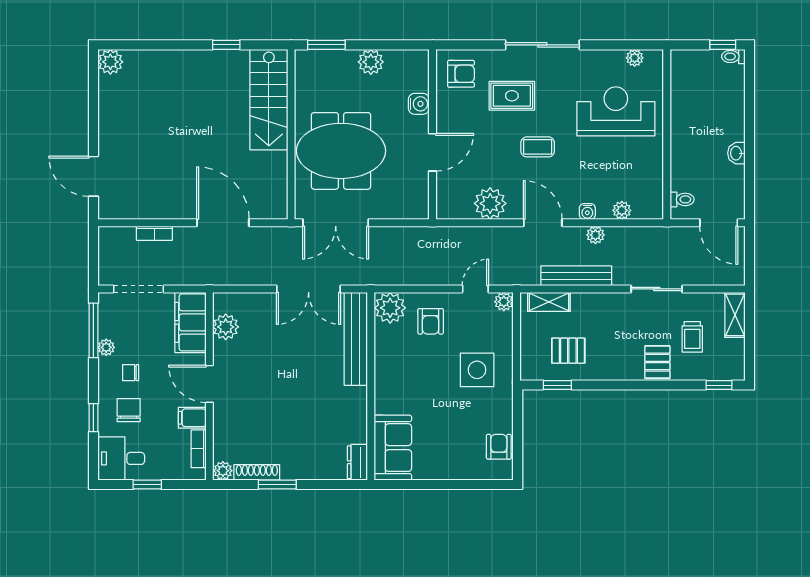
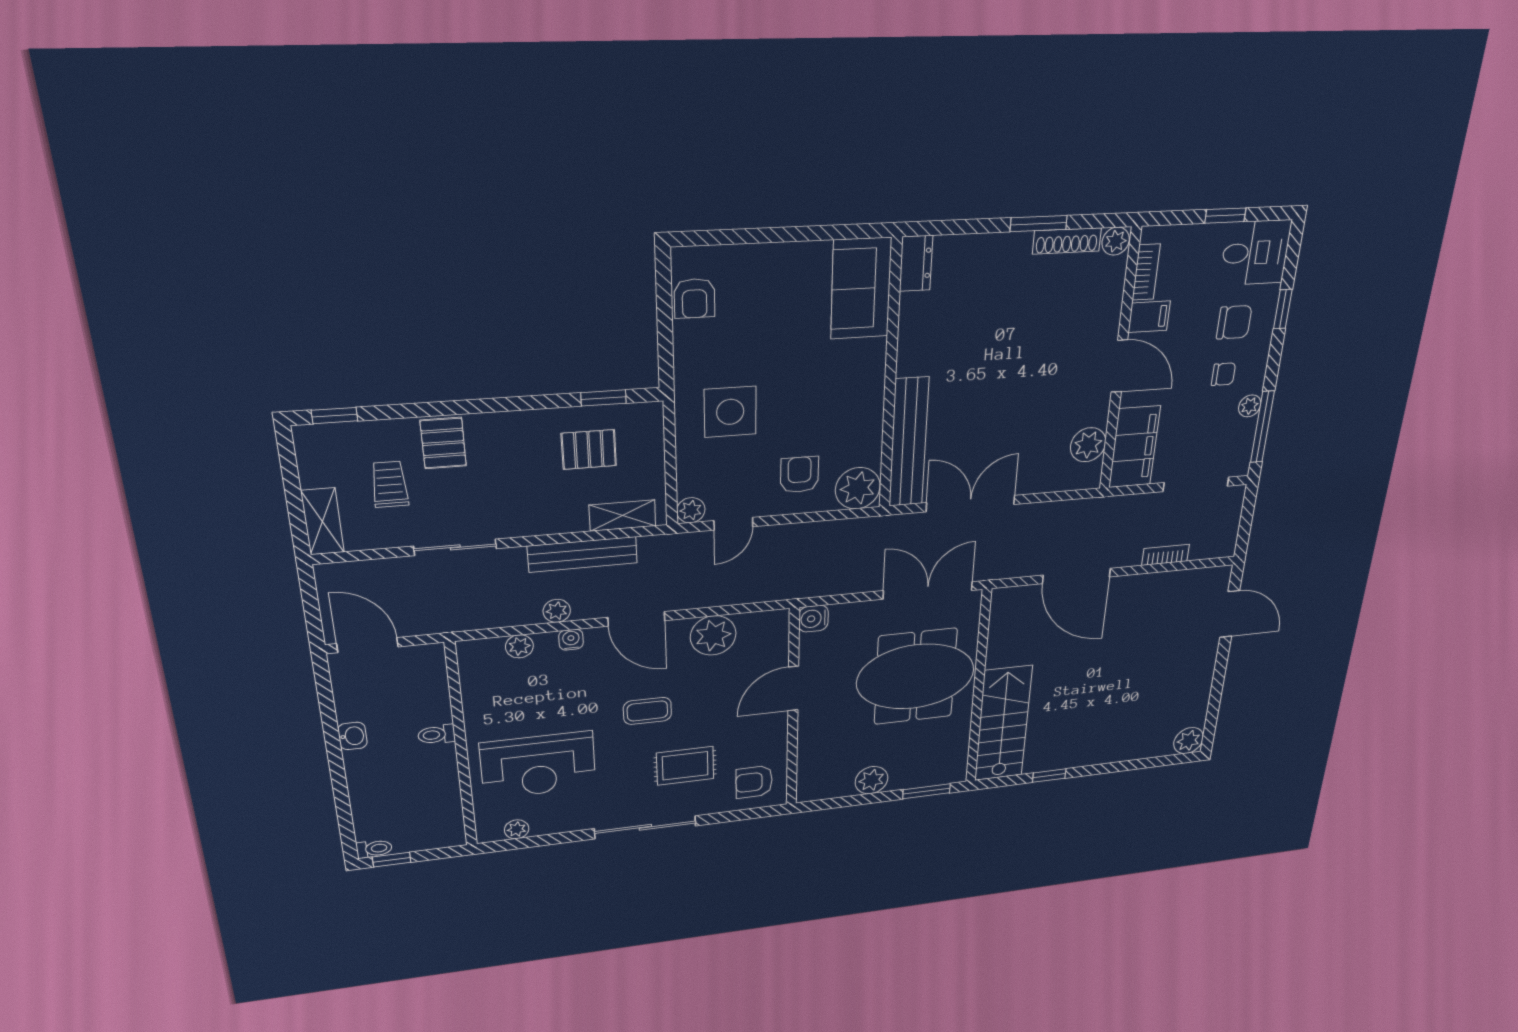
water cooler: (419, 104) -> (813, 619), moved
toilet: (682, 199) -> (437, 735), moved
chair: (129, 410) -> (1234, 322), turned -90

